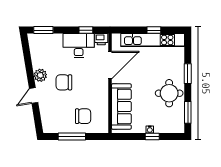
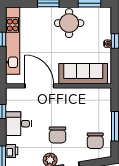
printer: (101, 39) -> (12, 151), moved
desk: (79, 46) -> (18, 124), width x0.73
chair: (83, 116) -> (95, 141), moved, turned 180

